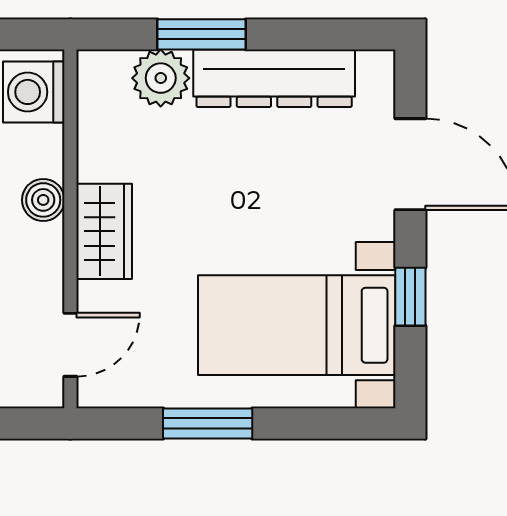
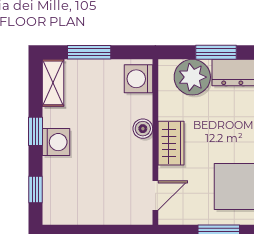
plant: (161, 78) -> (192, 77), width x1.36, depth x1.36

